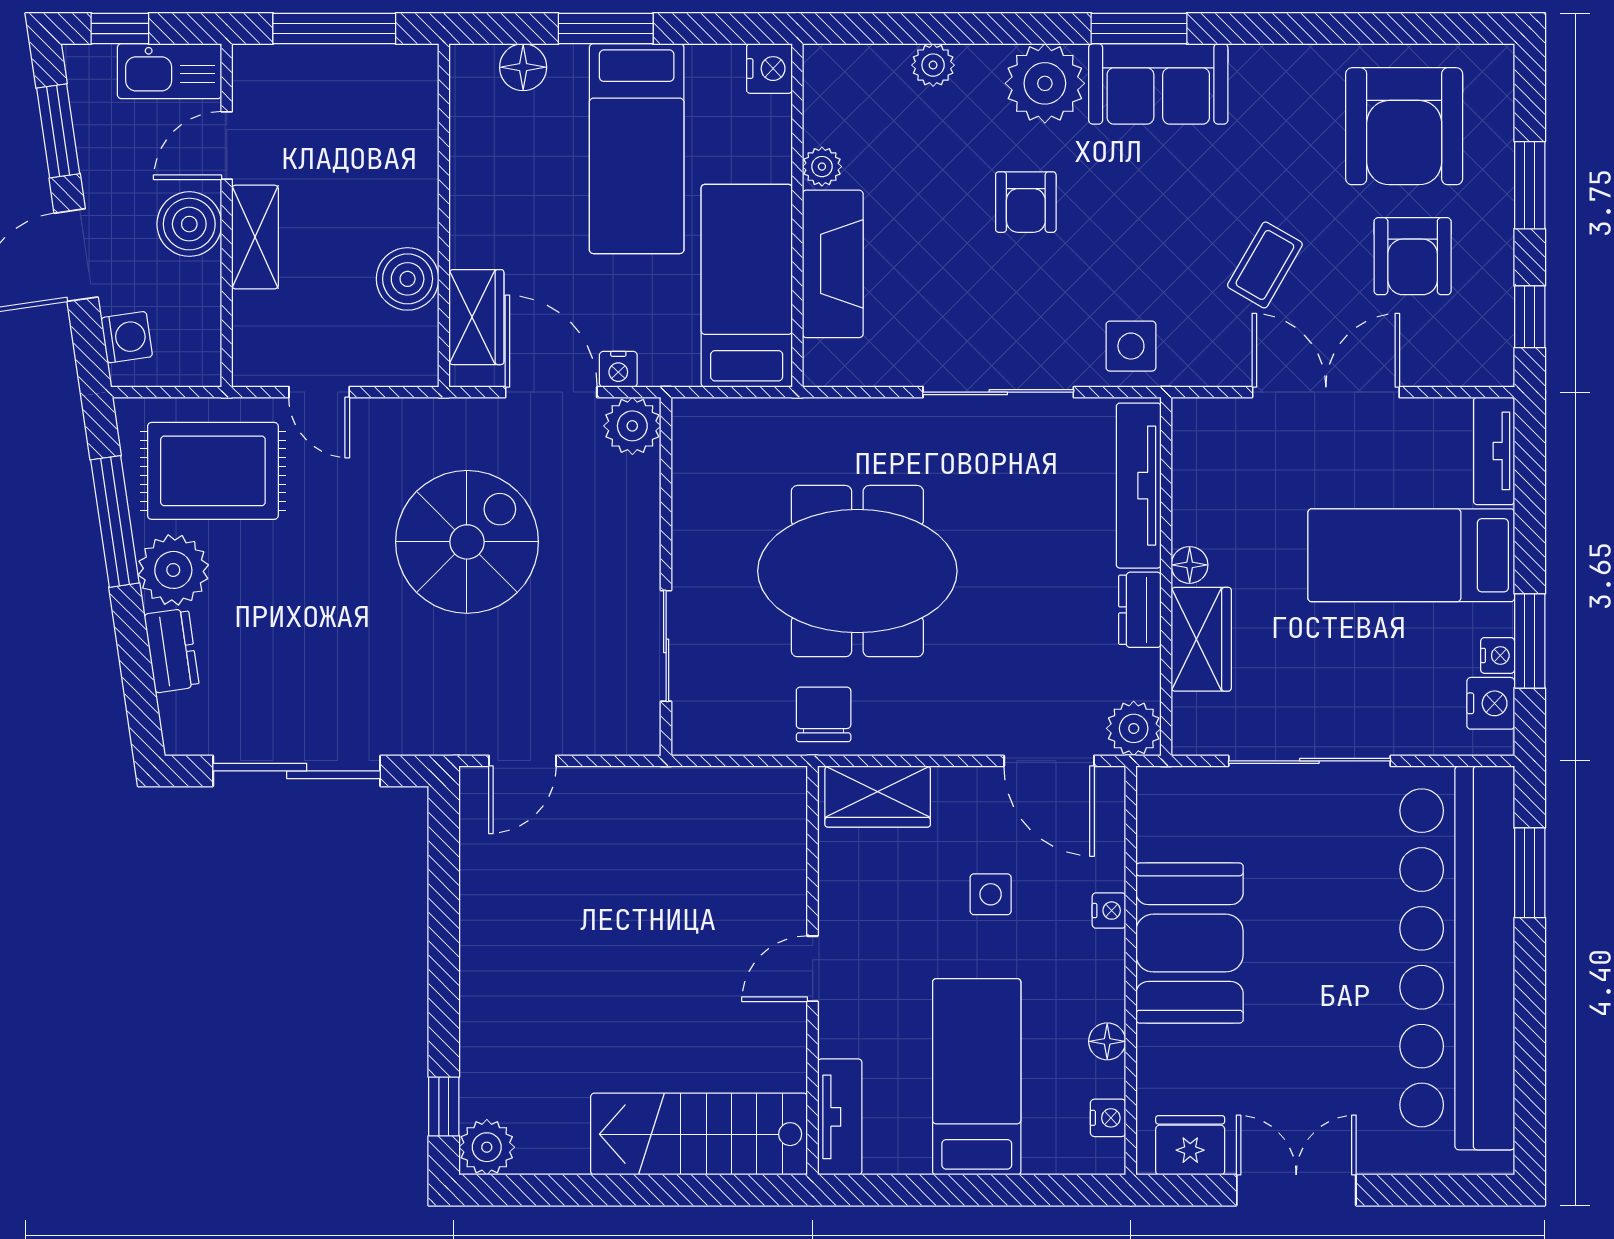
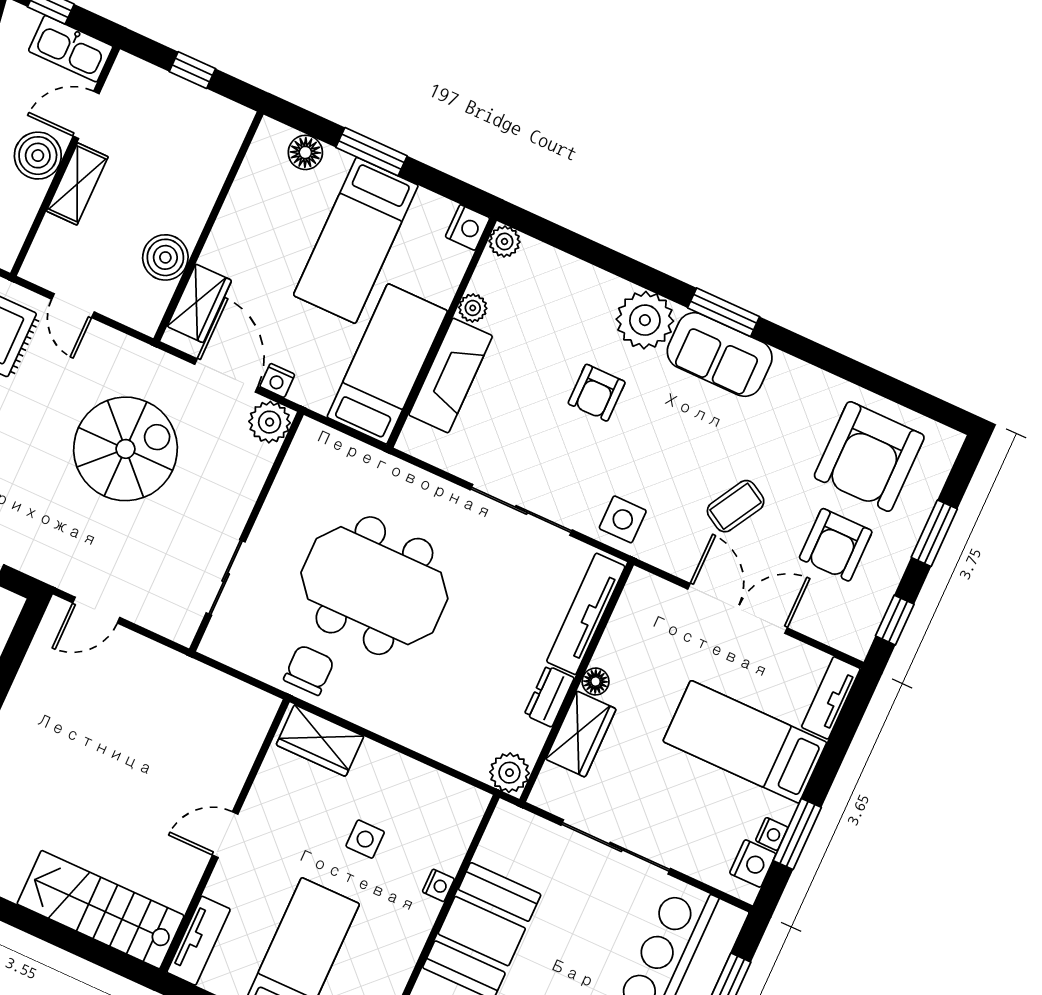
window: (334, 28) -> (192, 70), width x0.46
plant: (933, 65) -> (505, 241), moved
door: (1049, 761) -> (444, 769), removed
floor lamp: (1107, 1041) -> (398, 971), removed

